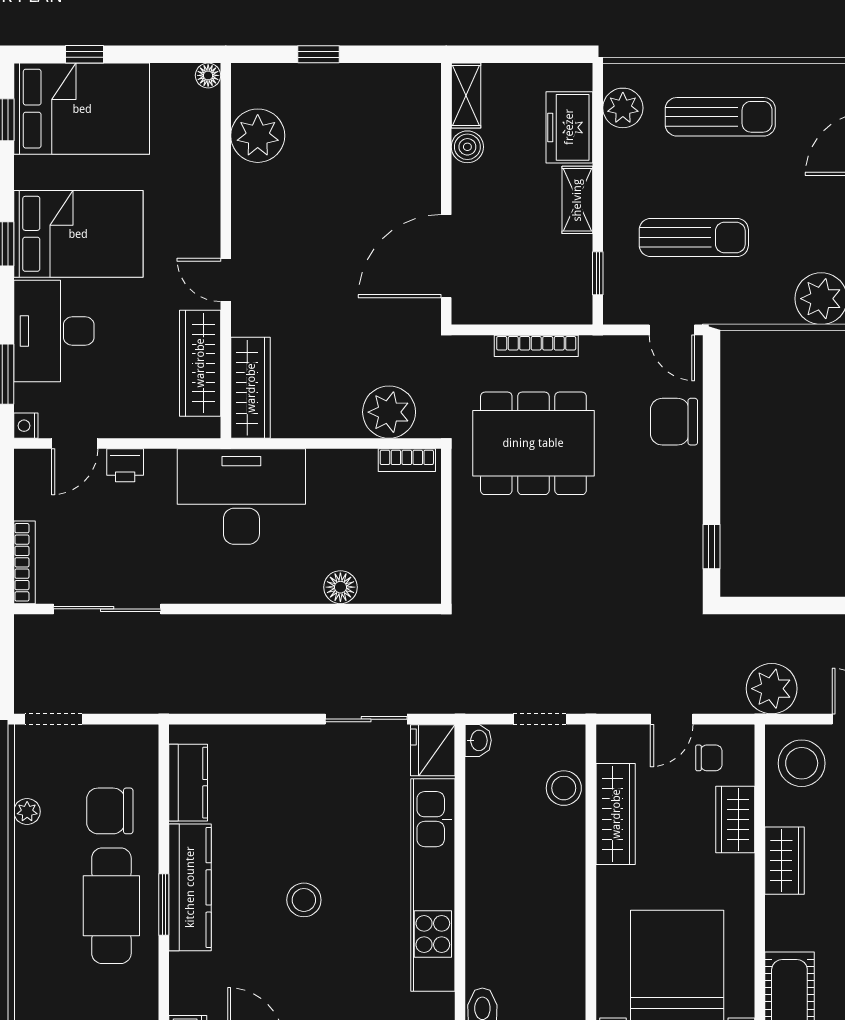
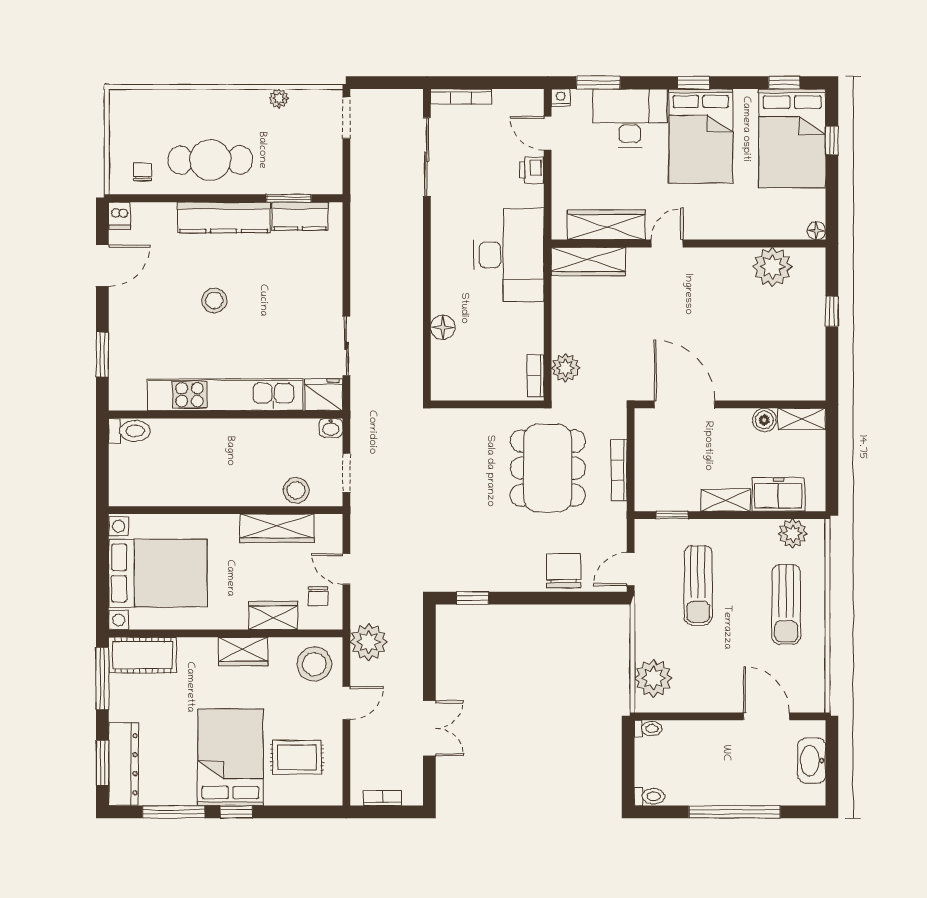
plant: (389, 412) -> (565, 368), width x0.73, depth x0.73
chair: (110, 811) -> (142, 172), moved, width x0.54, depth x0.54
window: (164, 905) -> (289, 198), moved

